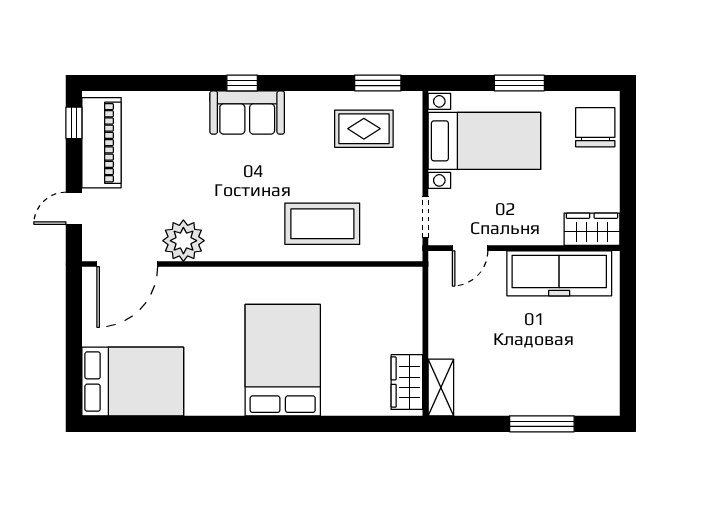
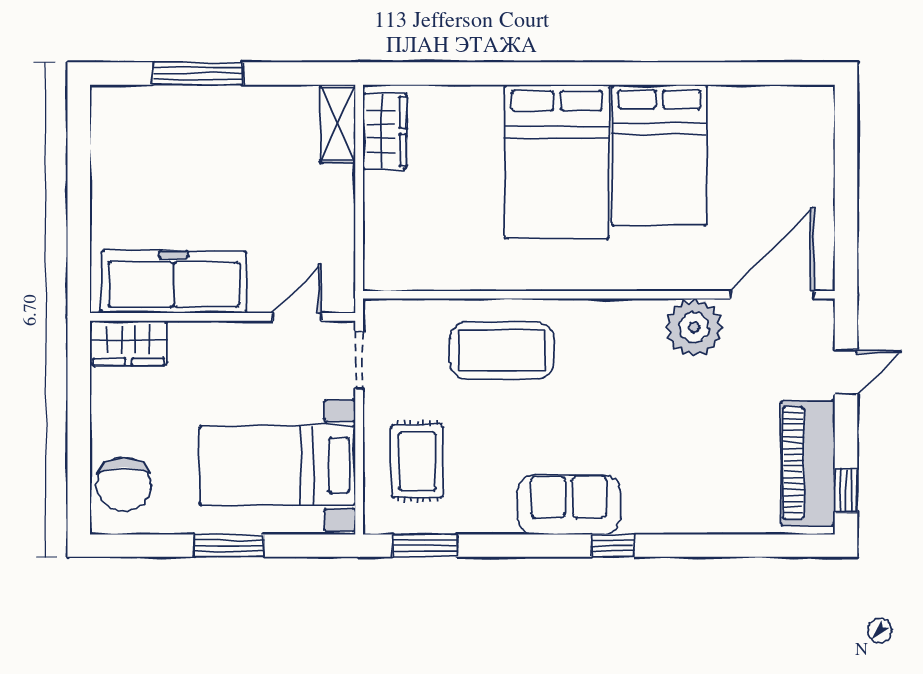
sofa: (247, 113) -> (569, 505), moved
rug: (364, 129) -> (417, 461), moved, turned 90
bed: (133, 382) -> (659, 155), moved, turned -90

